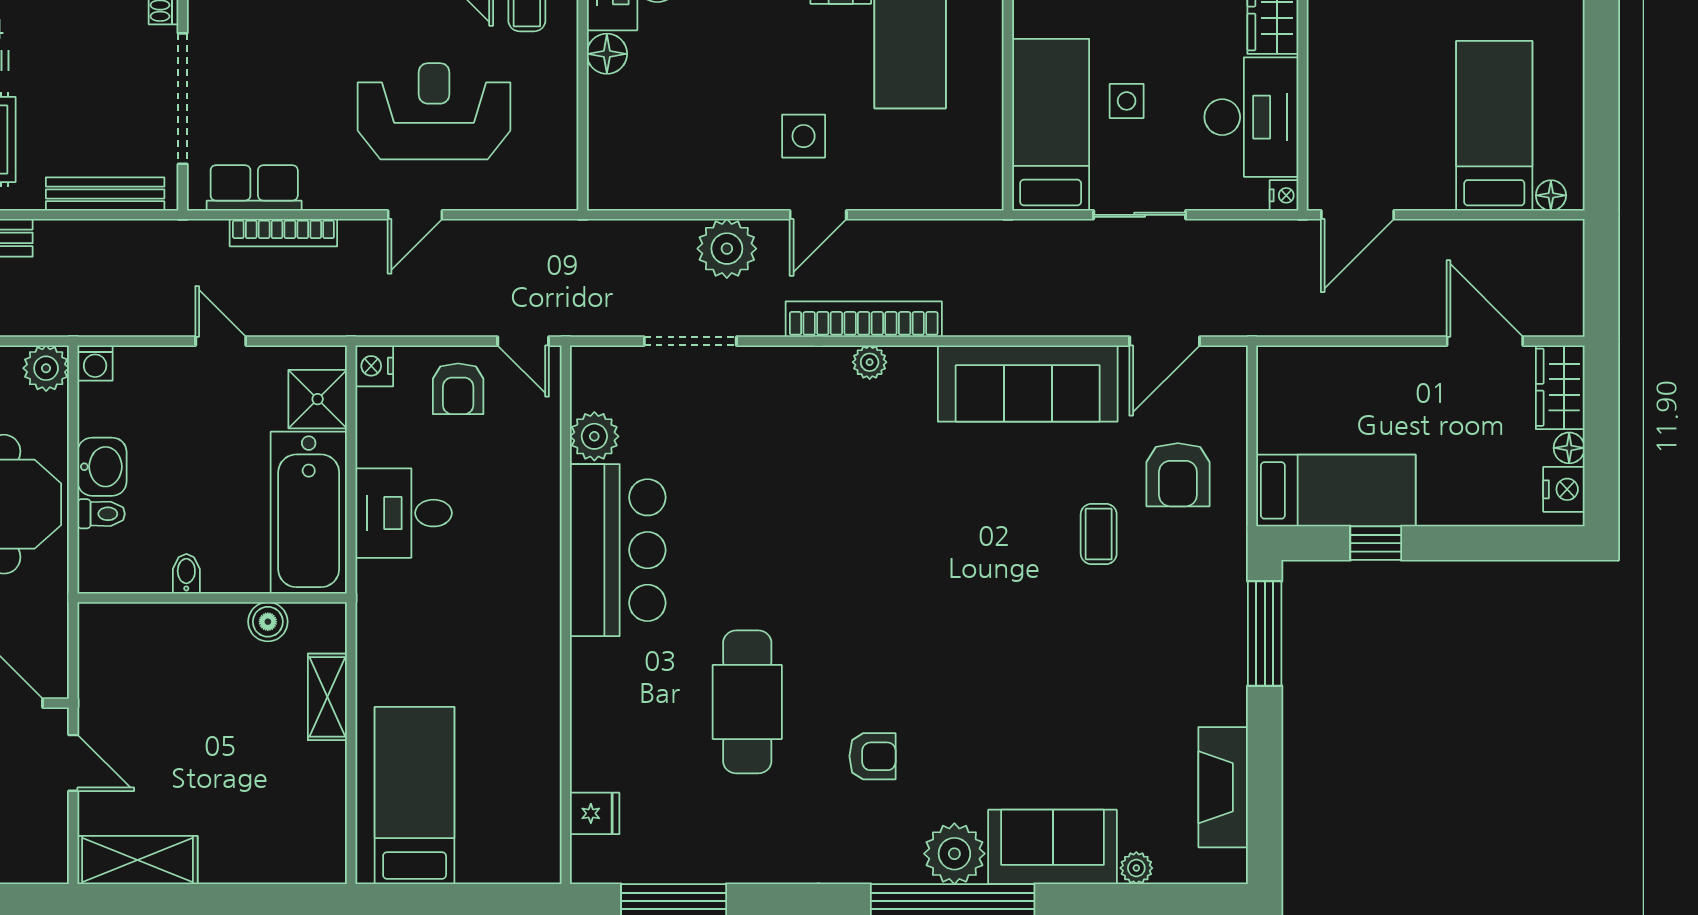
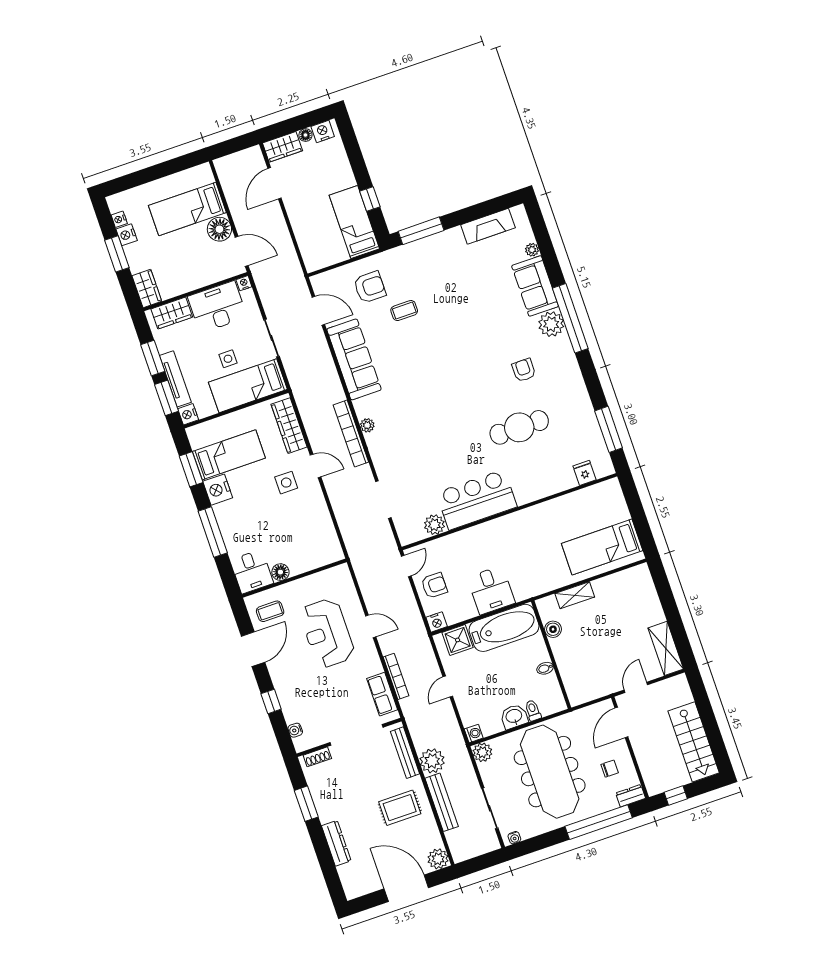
wardrobe: (929, 186) -> (289, 426), added
floor lamp: (1551, 195) -> (219, 229), moved, width x1.89, depth x1.89
plant: (727, 249) -> (432, 761), moved

